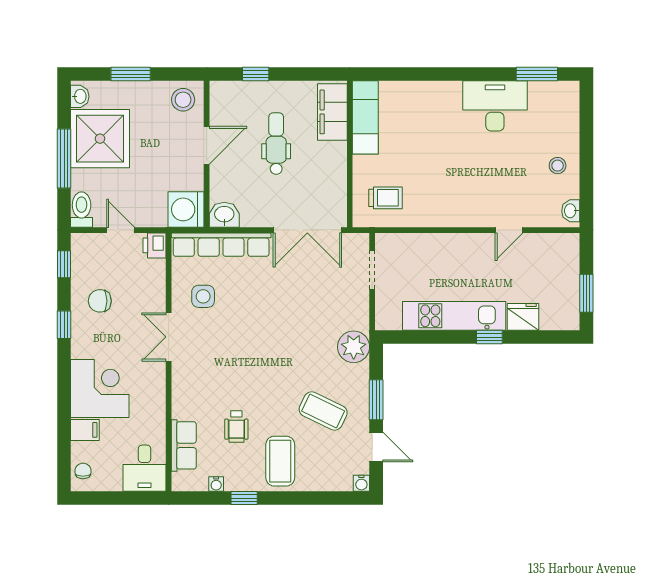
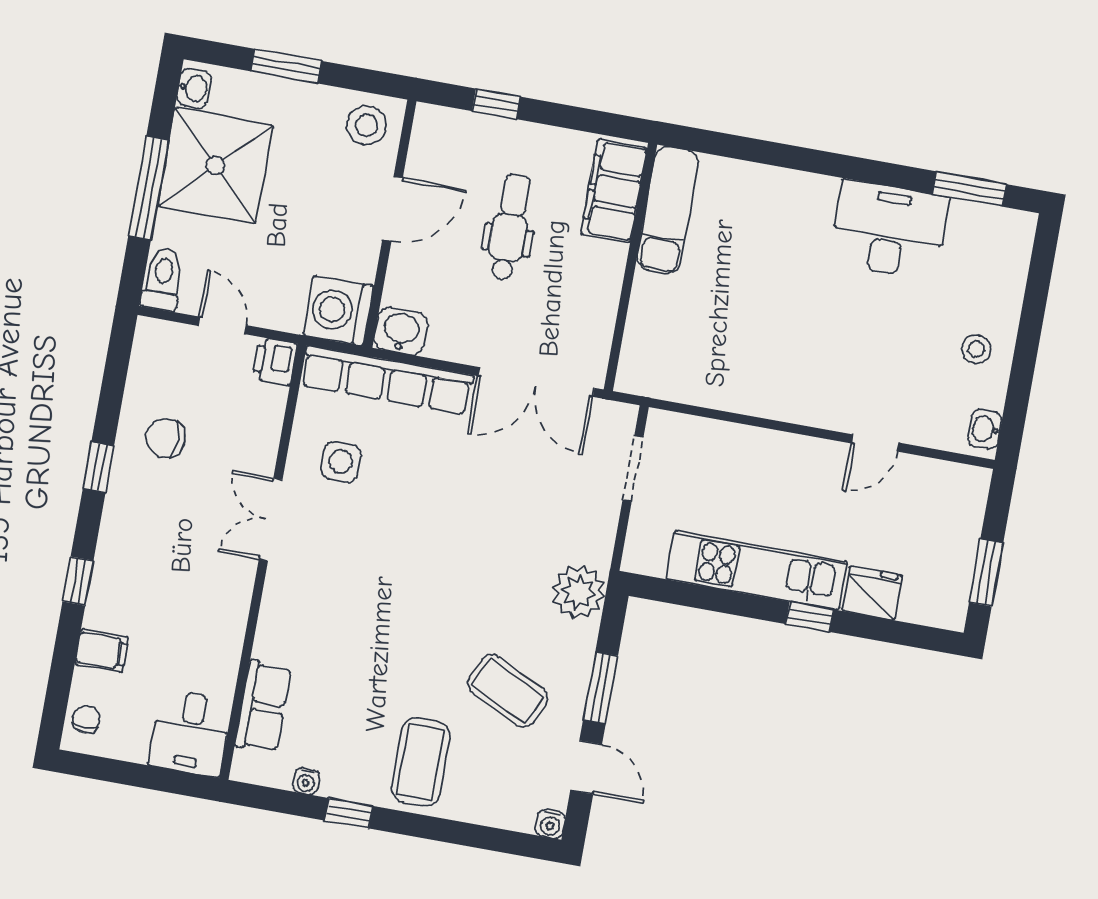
trolley: (386, 198) -> (677, 351), removed
window: (64, 264) -> (78, 581), moved
corner desk: (100, 388) -> (139, 585), removed
wheelchair: (236, 427) -> (357, 691), removed

